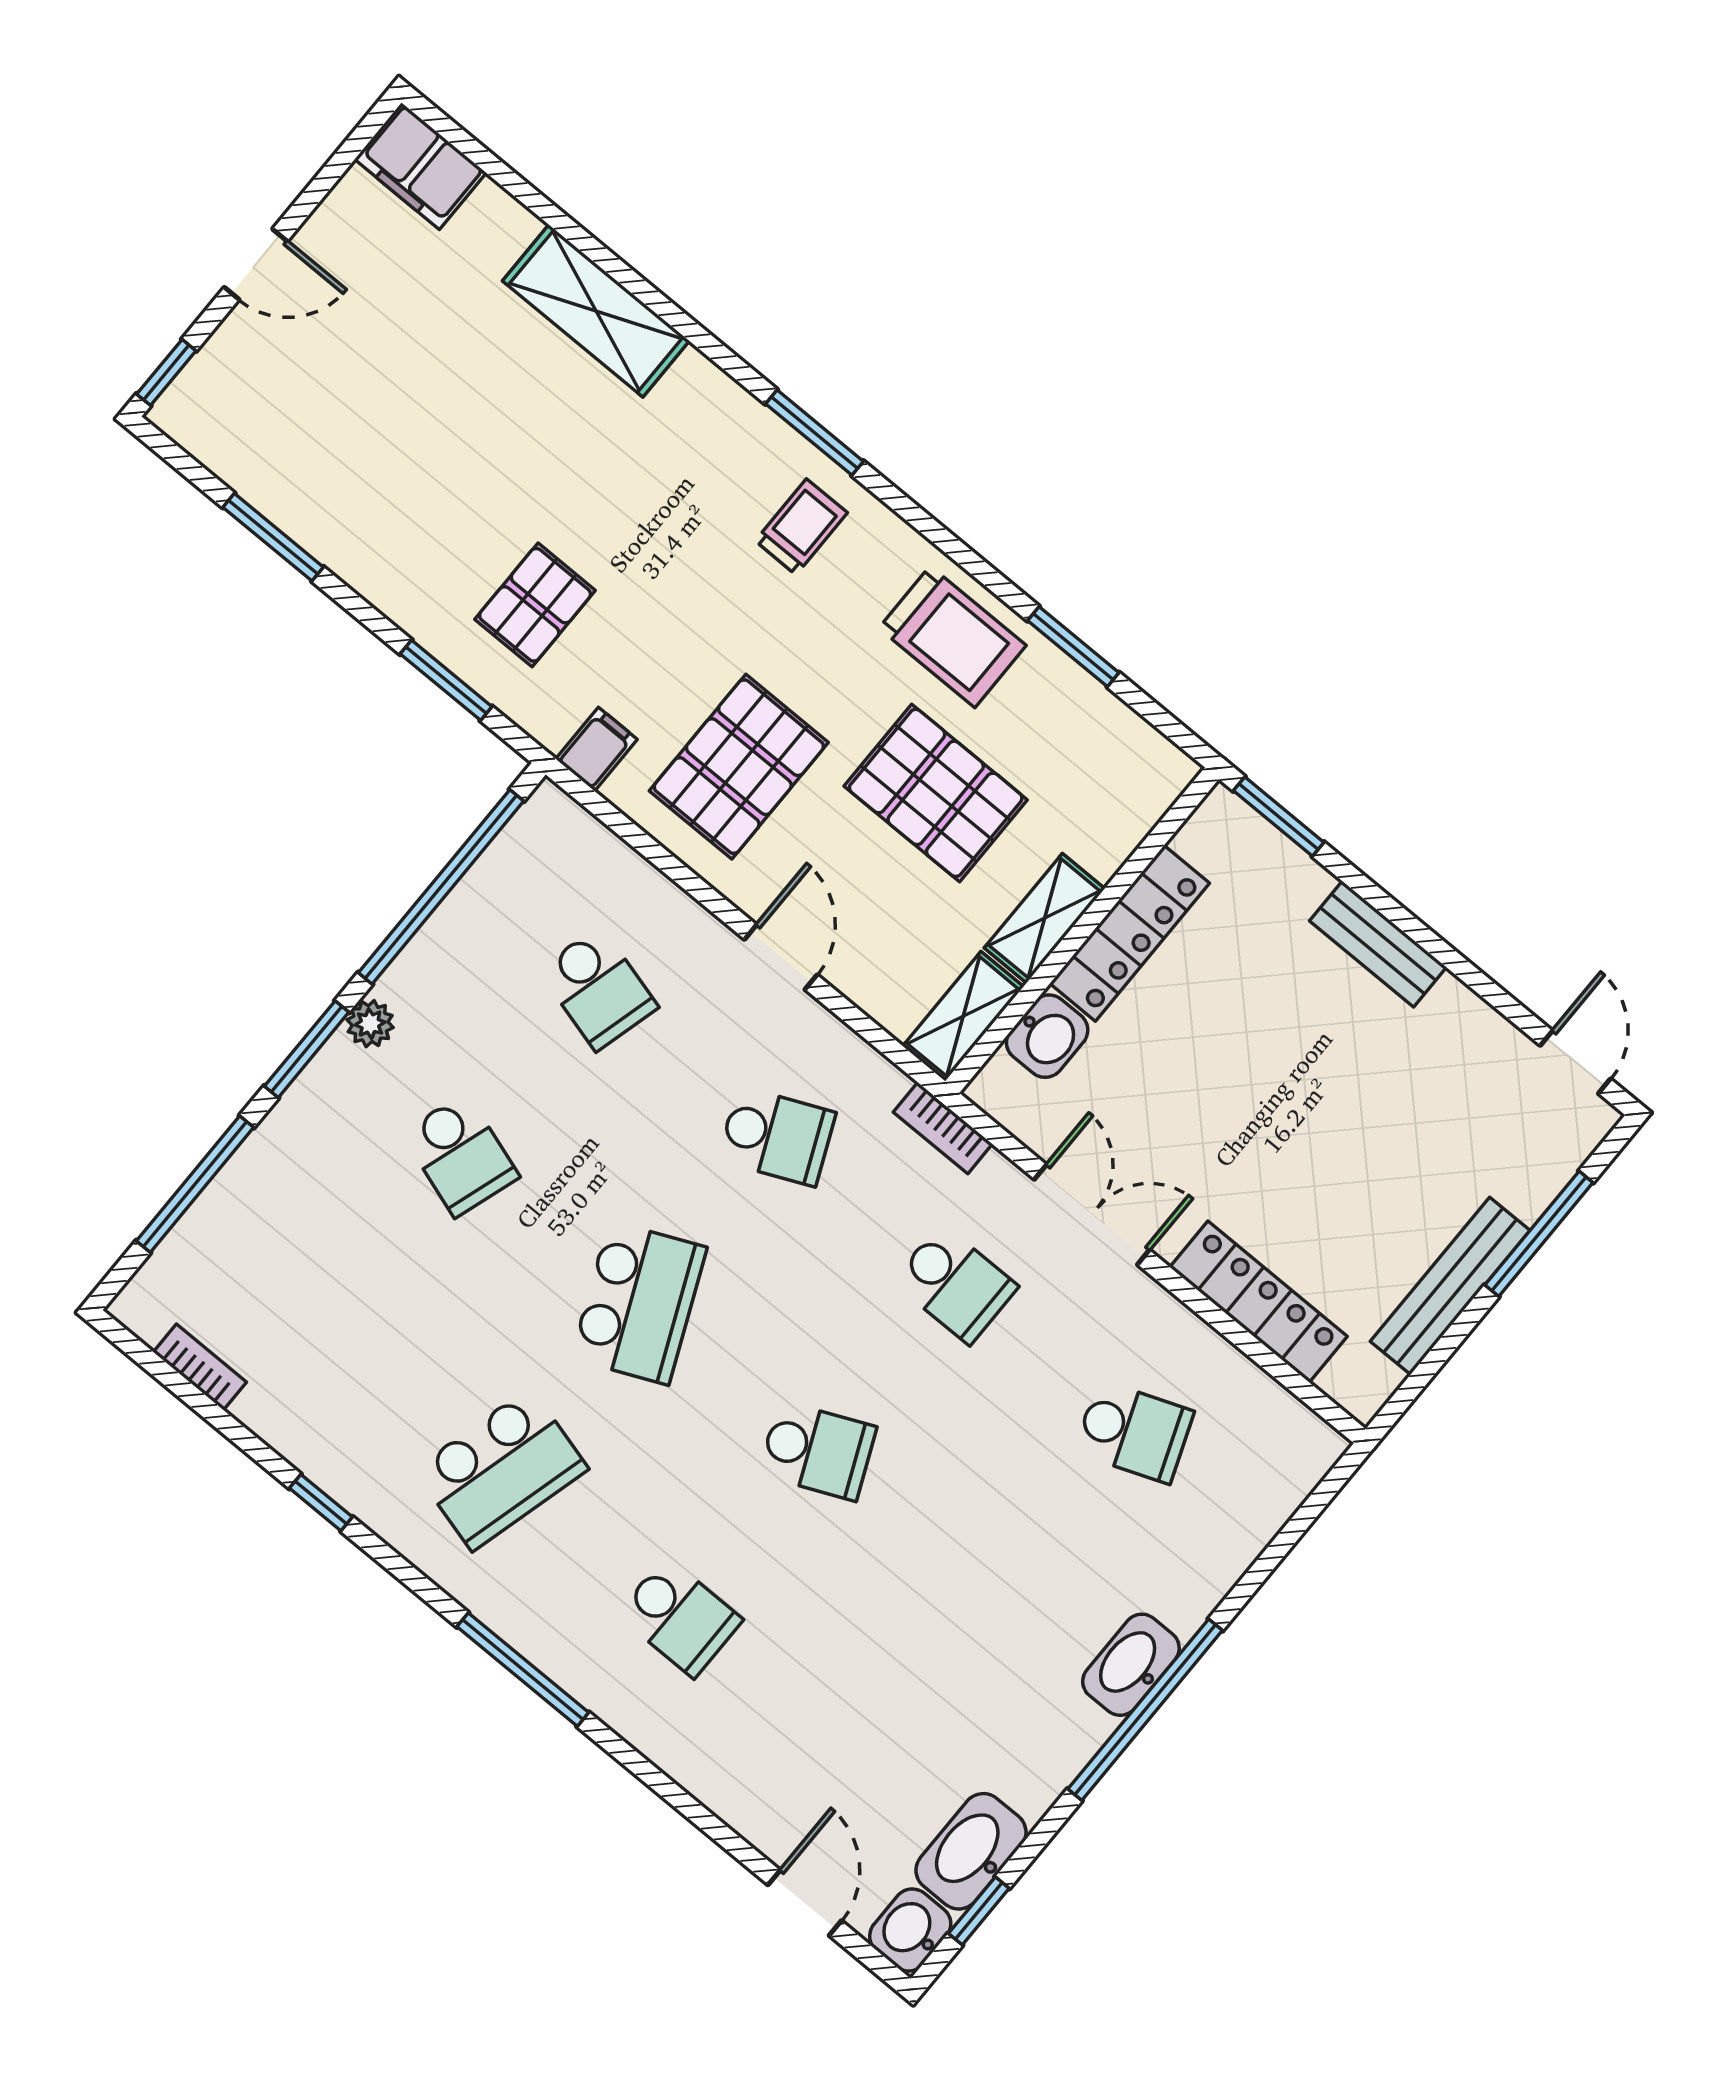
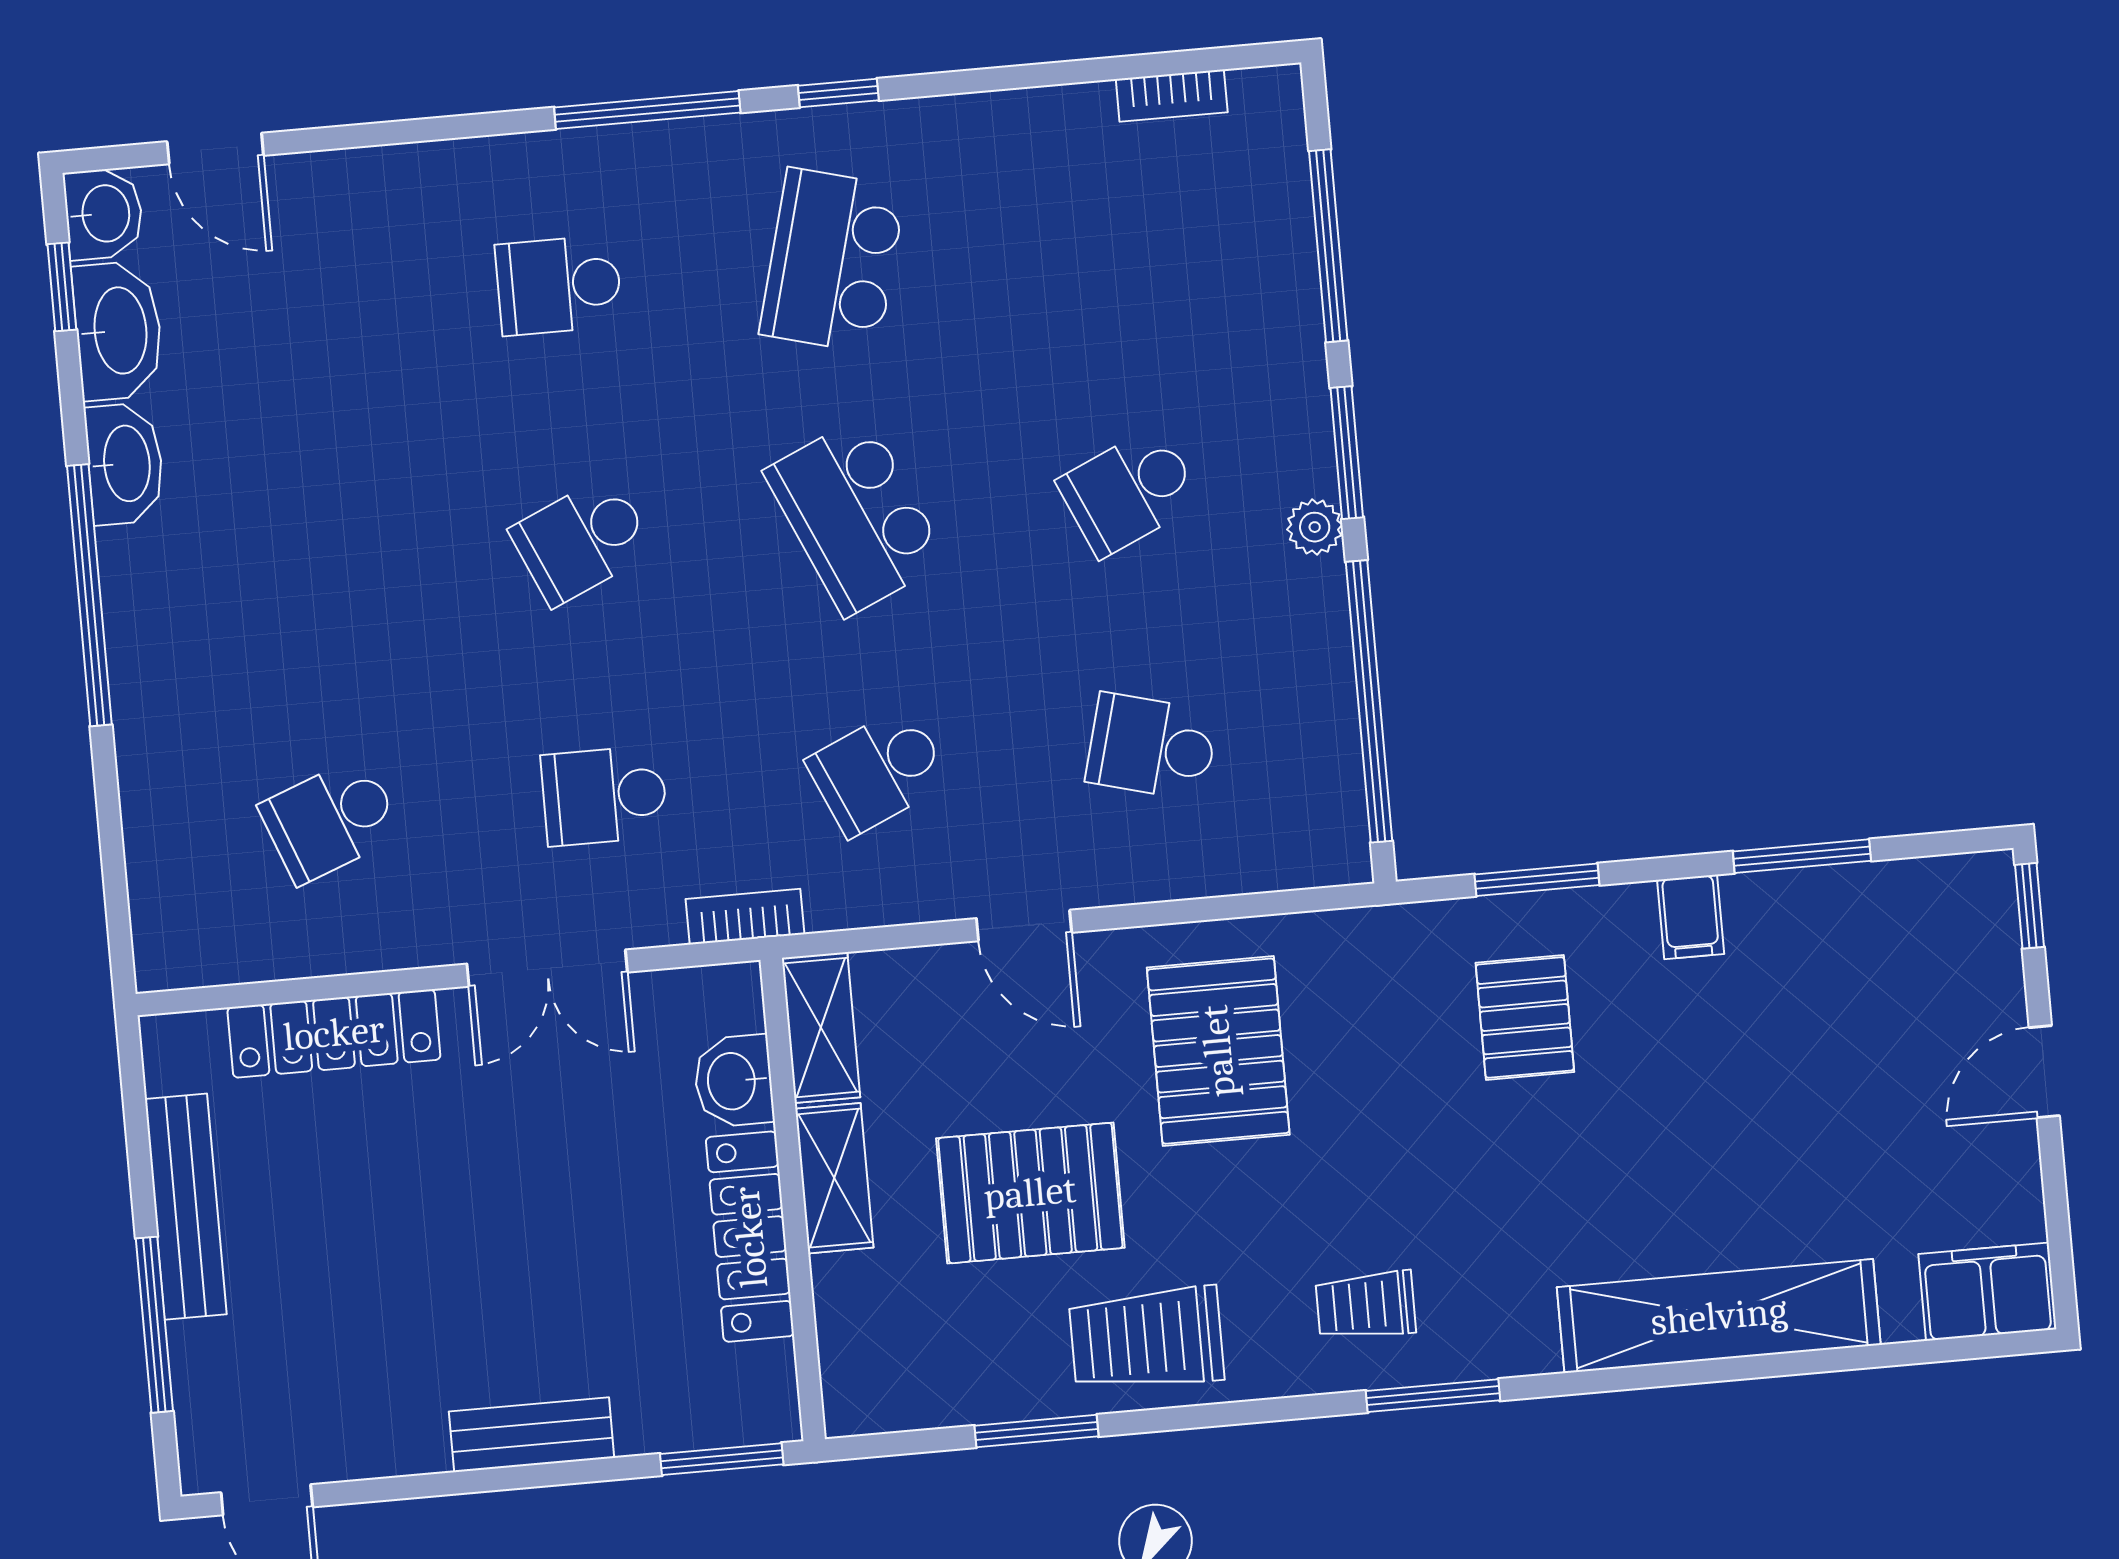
shelving: (596, 311) -> (1719, 1316), width x1.47
trolley: (801, 527) -> (1366, 1305), turned 90
filing cabinet: (596, 749) -> (1691, 917), moved
school desk: (460, 1155) -> (1129, 492), turned -42
window: (321, 1503) -> (838, 93), moved
washbasin: (1131, 1665) -> (125, 464), moved

